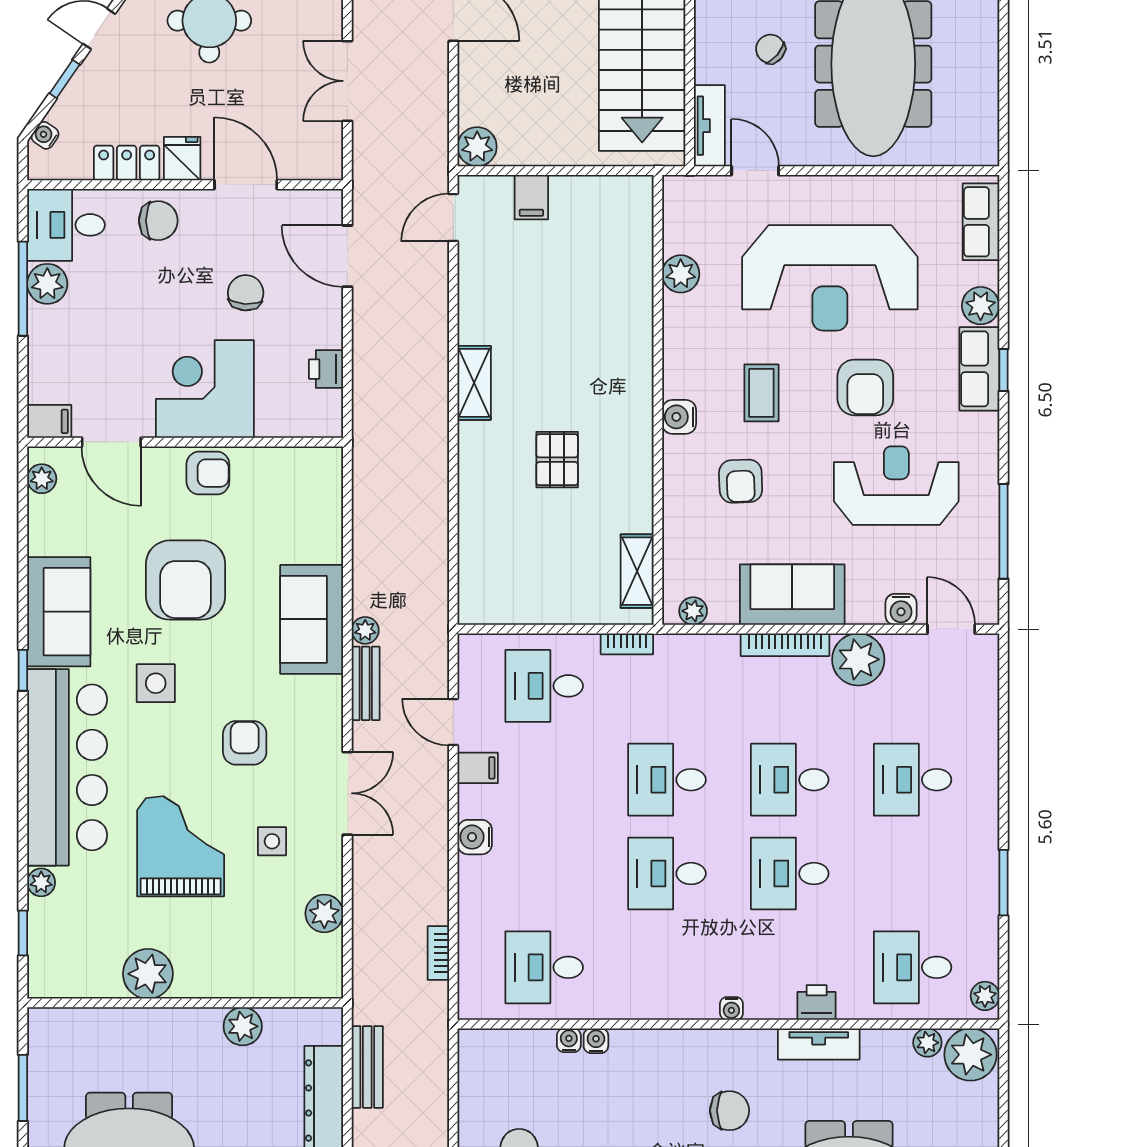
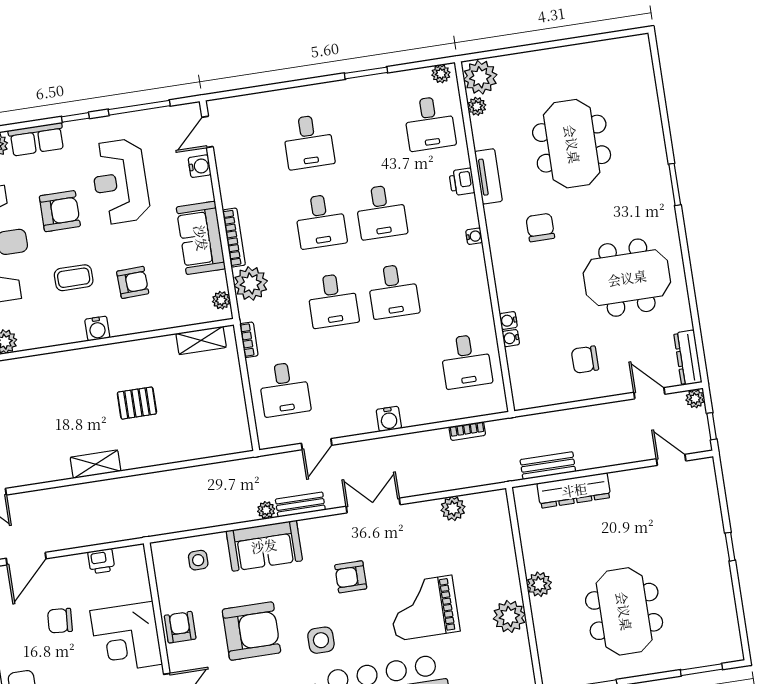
window: (1003, 370) -> (75, 117), moved
plant: (858, 659) -> (251, 283), moved
filing cabinet: (478, 768) -> (344, 424), removed
side table: (272, 841) -> (198, 560), moved
plant: (243, 1026) -> (539, 584), moved

